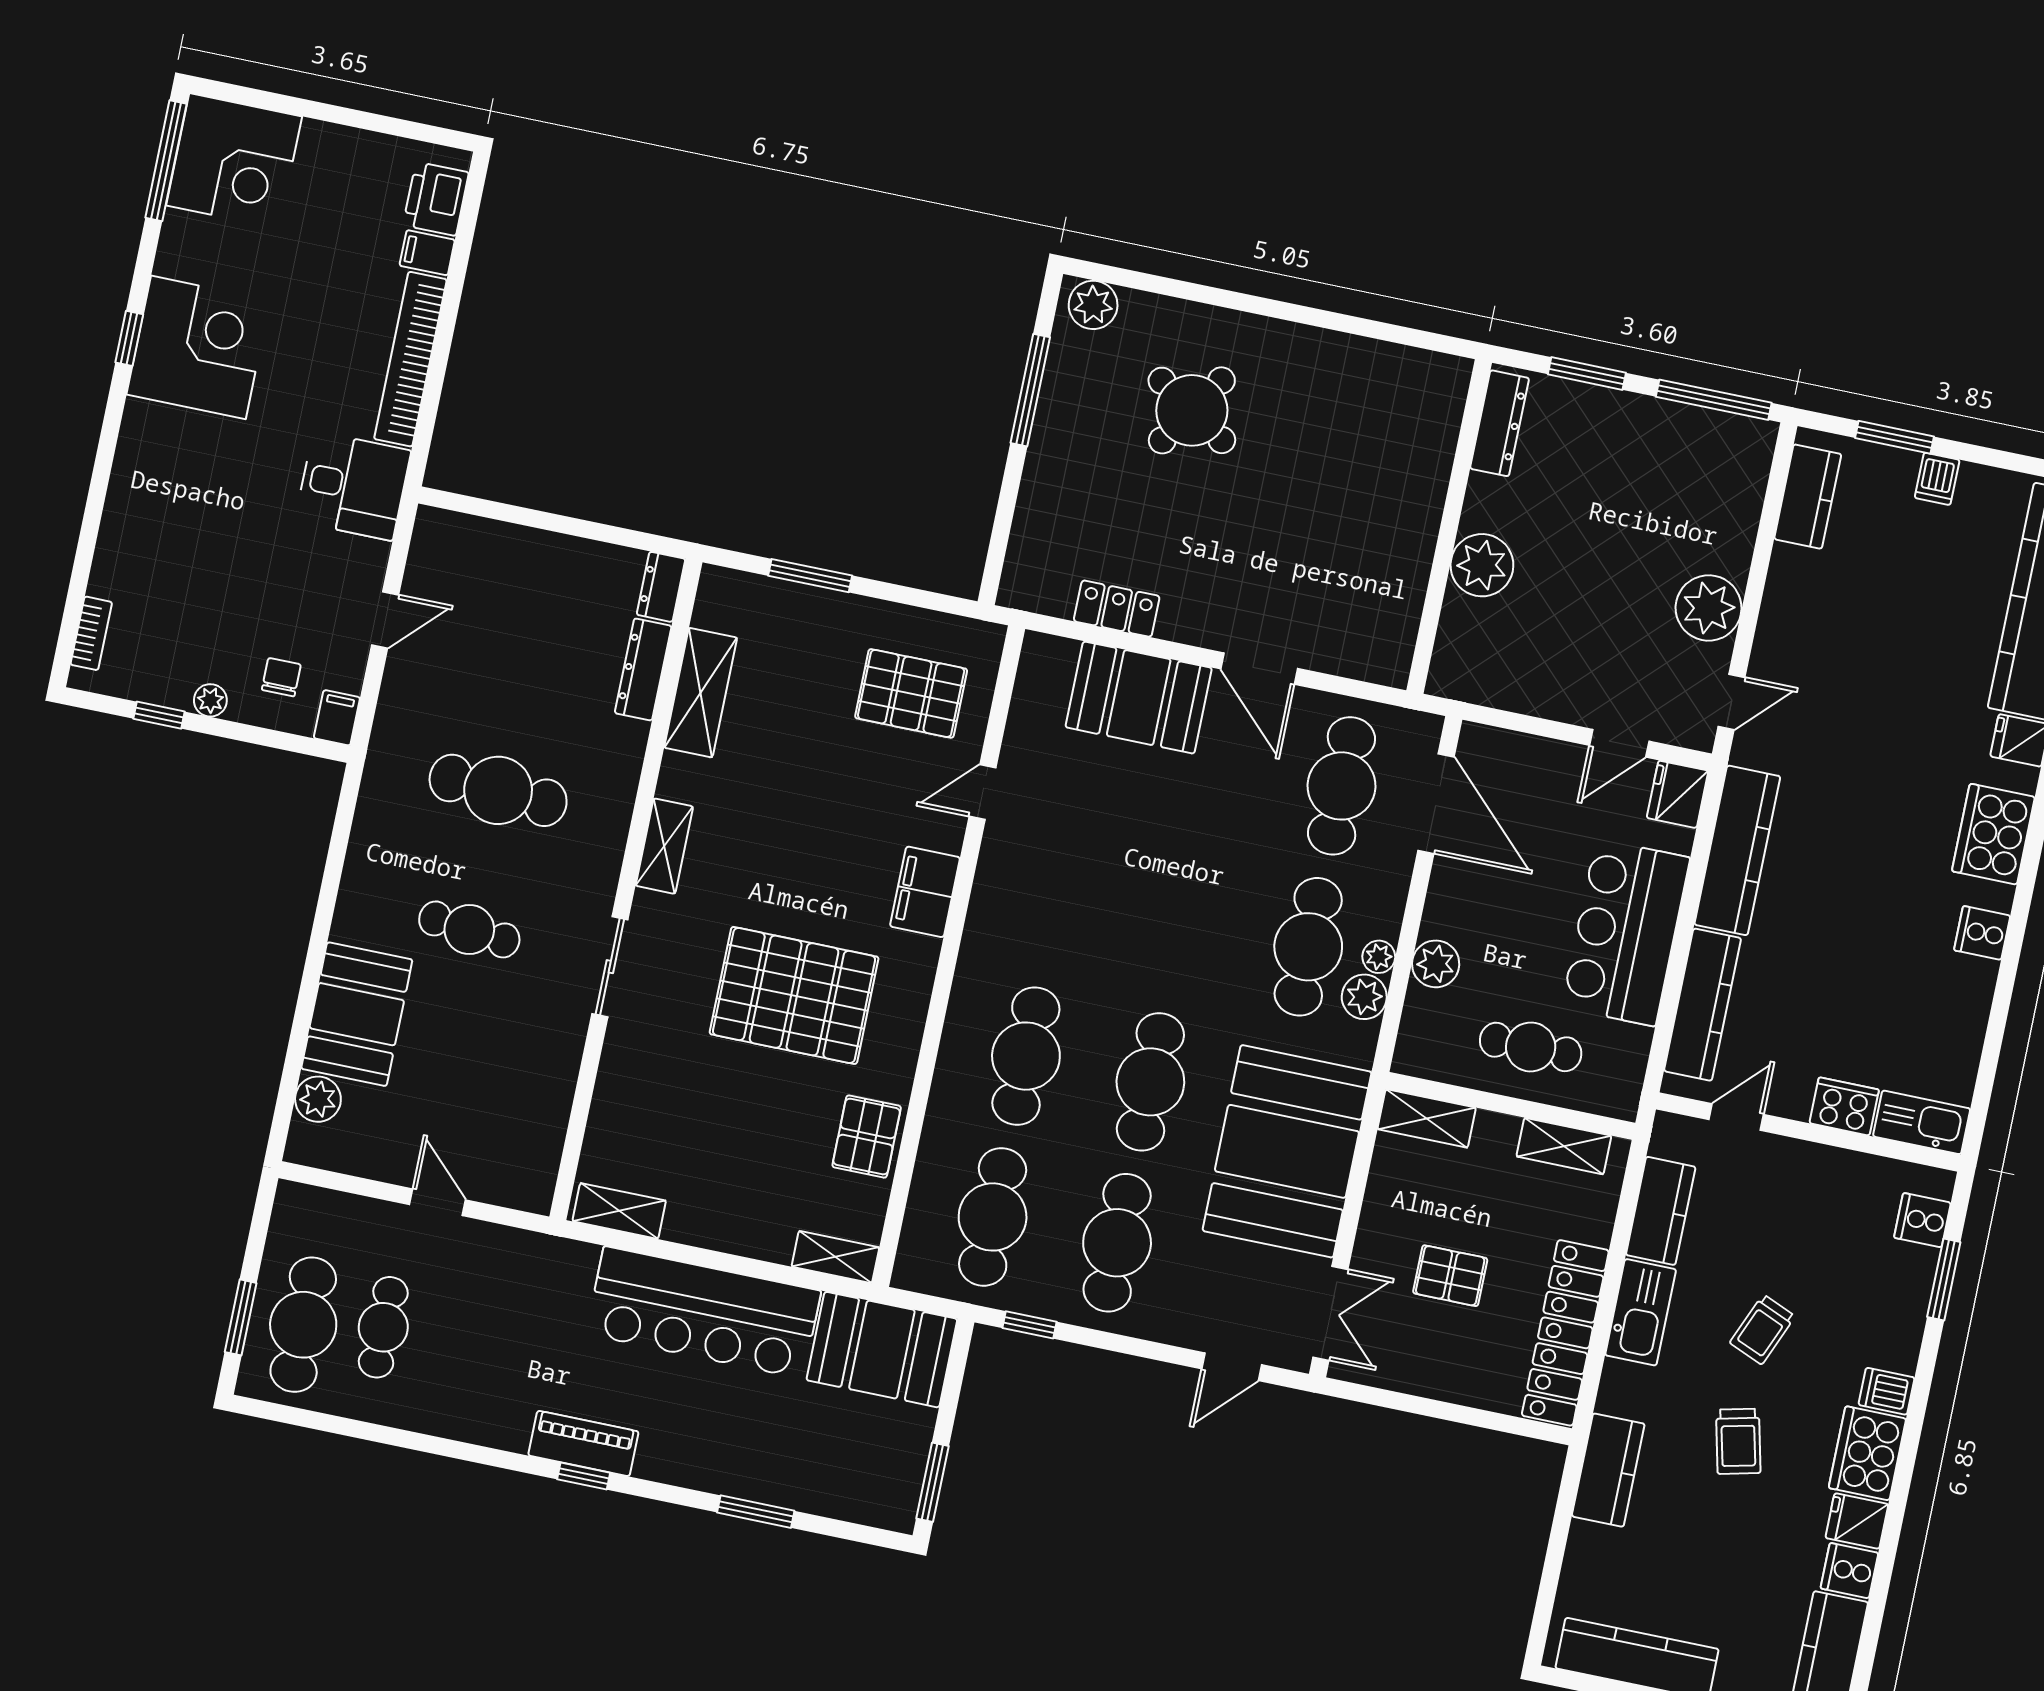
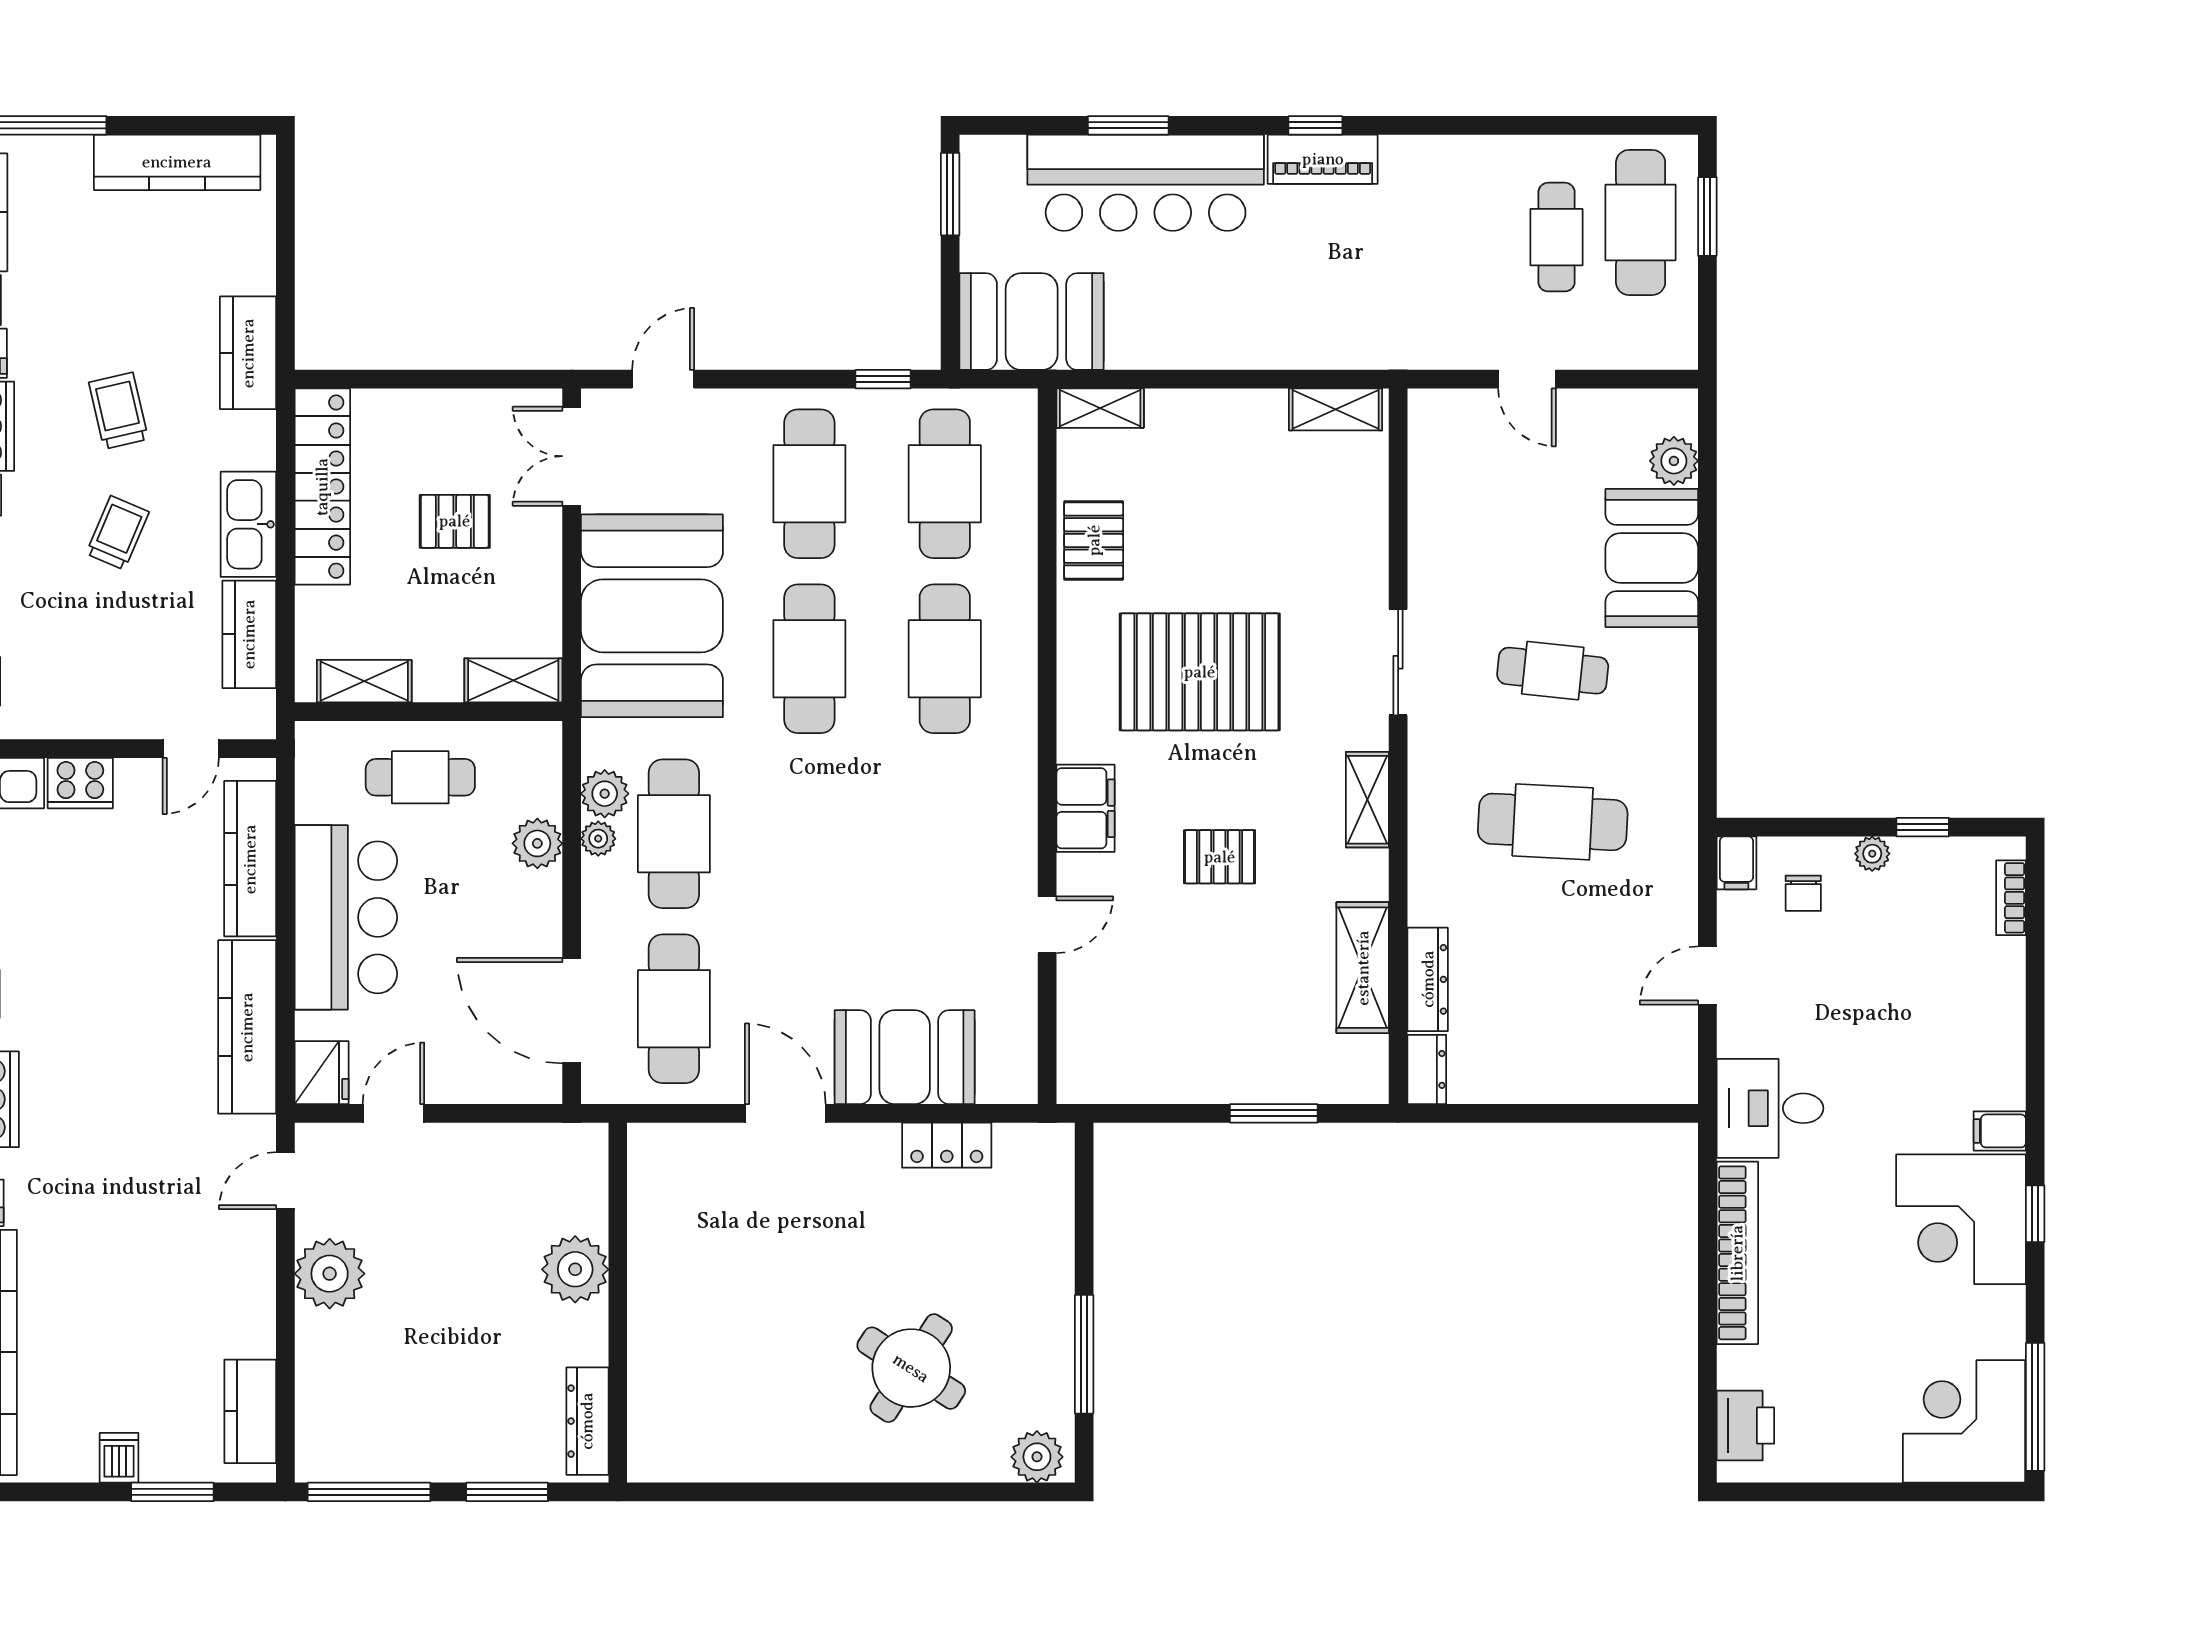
filing cabinet: (427, 253) -> (2000, 1131), moved, turned 180
pallet: (911, 693) -> (1220, 857), moved, width x0.67, depth x0.71
bar counter: (703, 1312) -> (1146, 183), moved, turned 180

